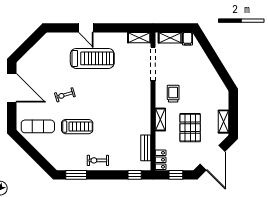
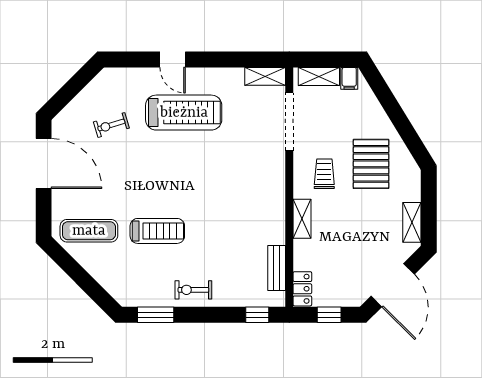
exercise bike: (65, 95) -> (111, 125), moved
pallet: (190, 128) -> (371, 164), moved

